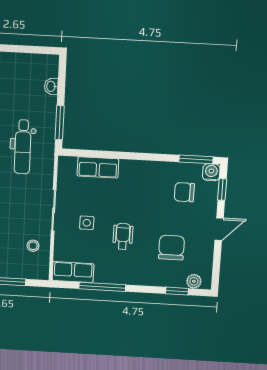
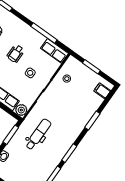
plant: (67, 165) -> (21, 110), added

